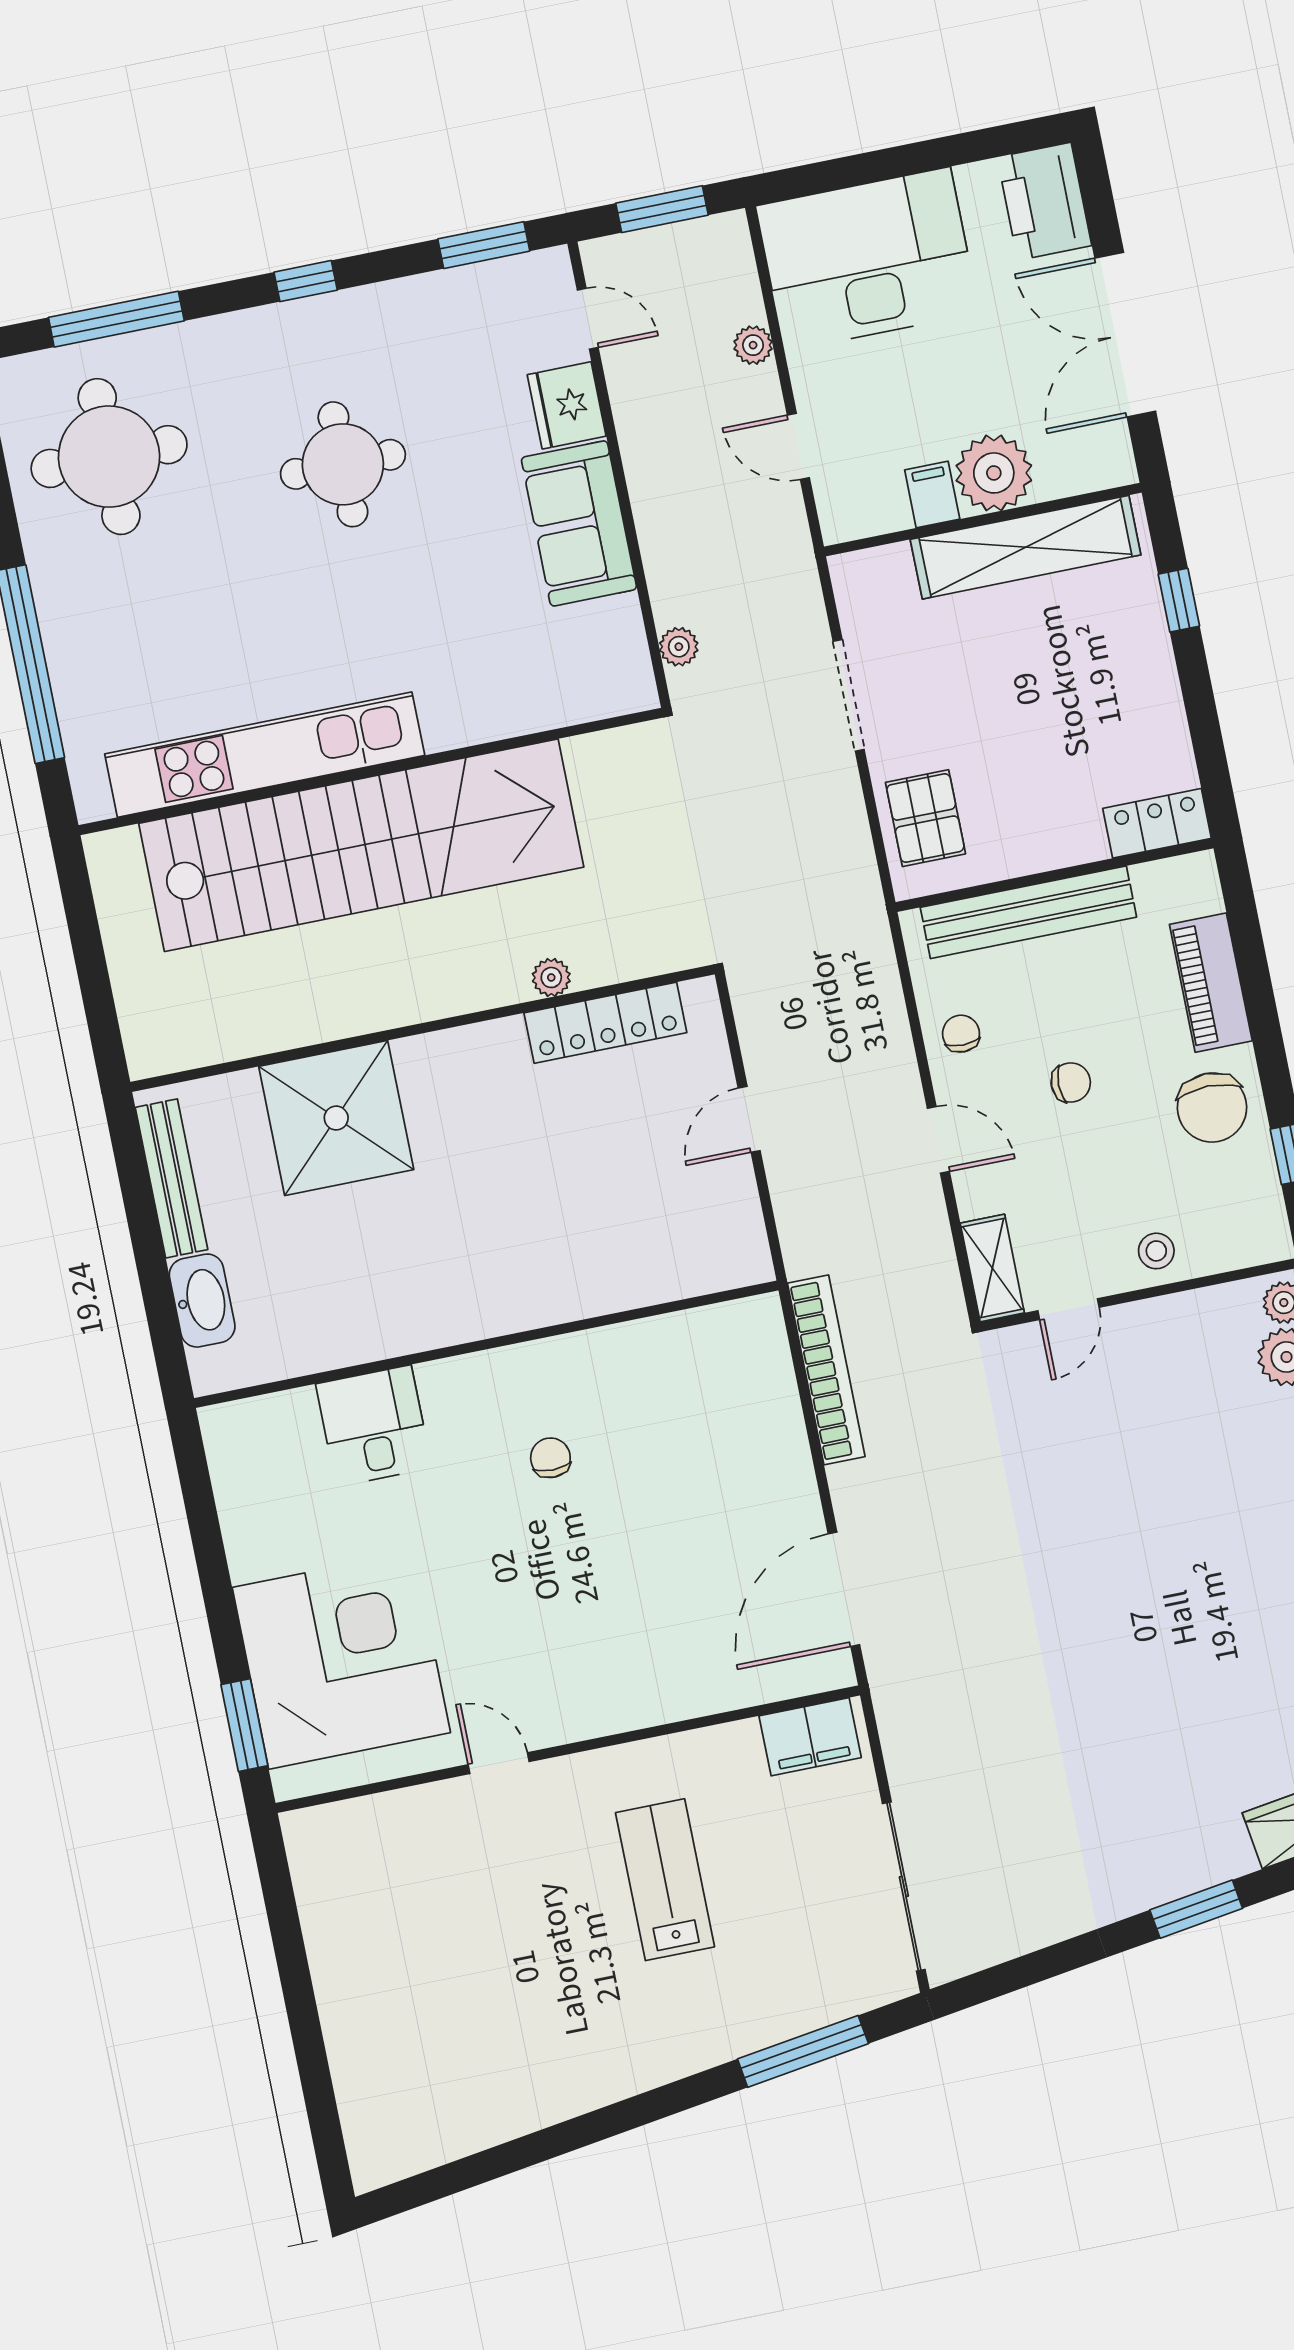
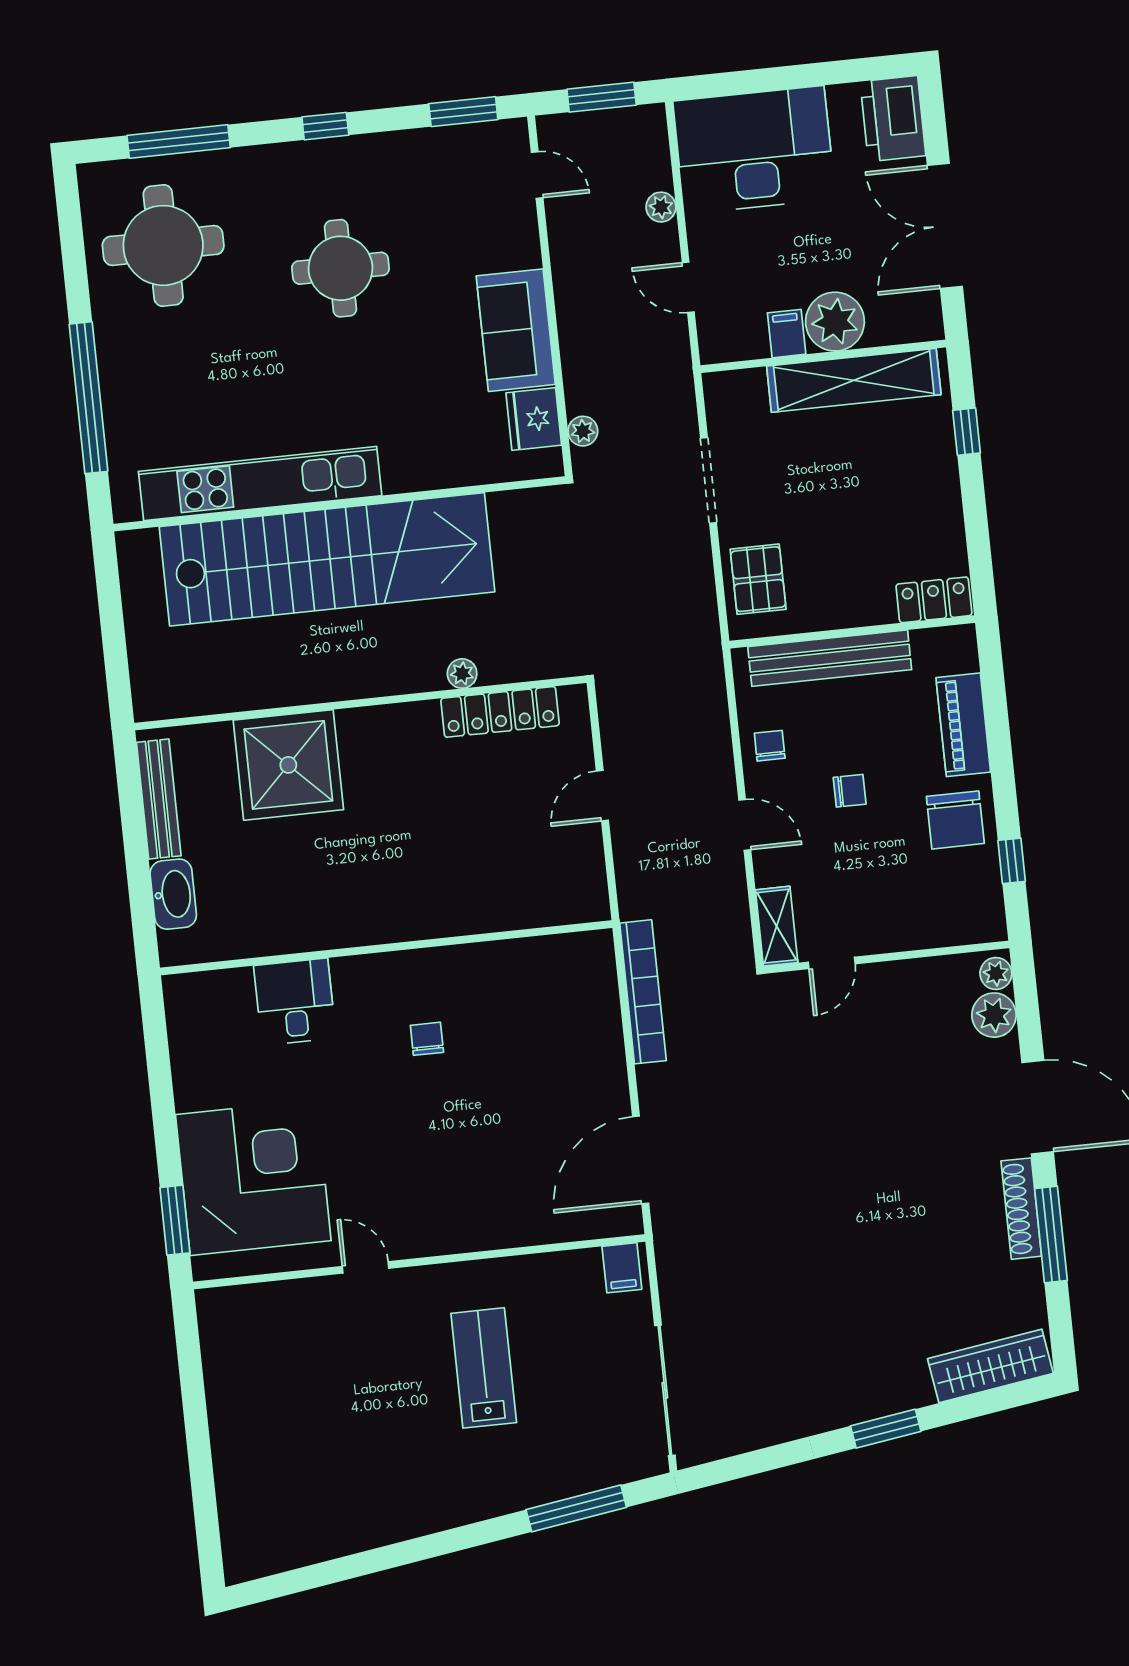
fridge: (567, 405) -> (534, 419), moved
stool: (1156, 1251) -> (903, 925), removed
filing cabinet: (810, 1737) -> (622, 1268), width x0.50

